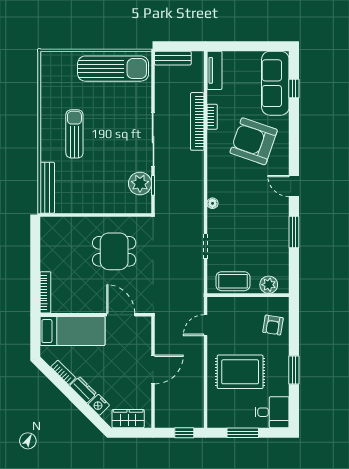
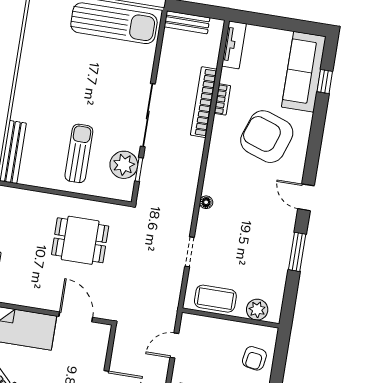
sun lounger: (74, 134) -> (79, 153), moved

